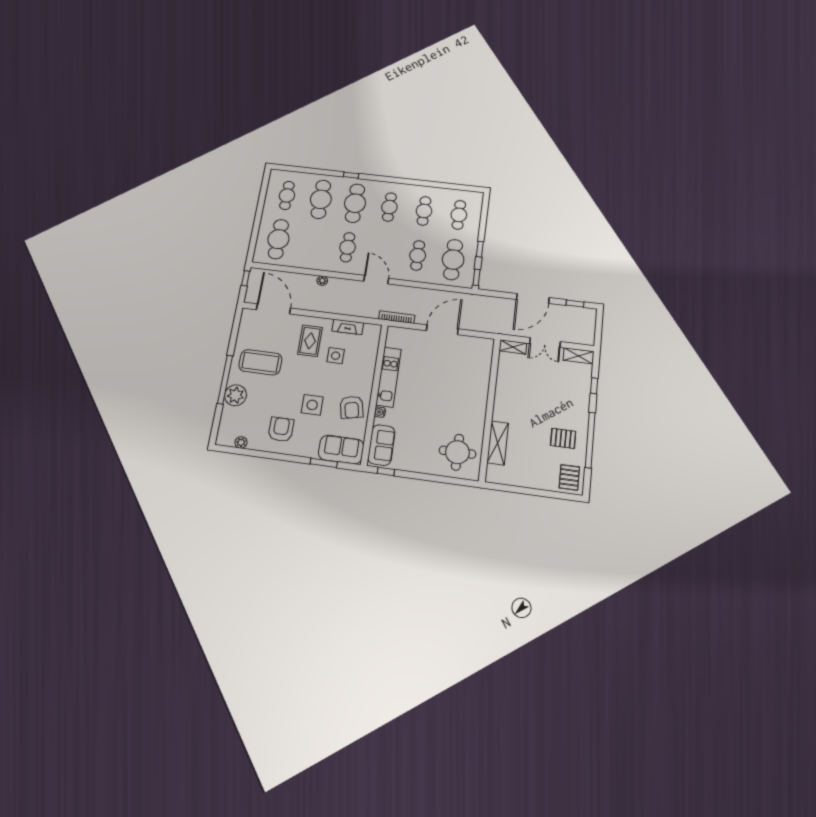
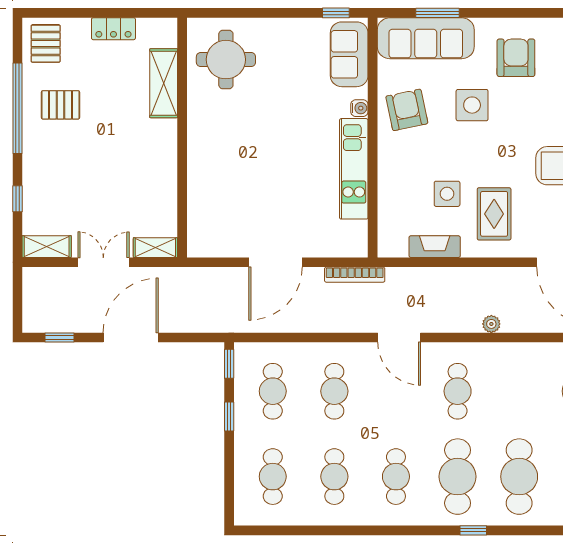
cafe table: (453, 260) -> (273, 391), width x0.73, depth x0.74
armchair: (281, 429) -> (516, 58), turned 180
sofa: (341, 450) -> (426, 38), width x1.36
locker: (526, 481) -> (113, 29), added

